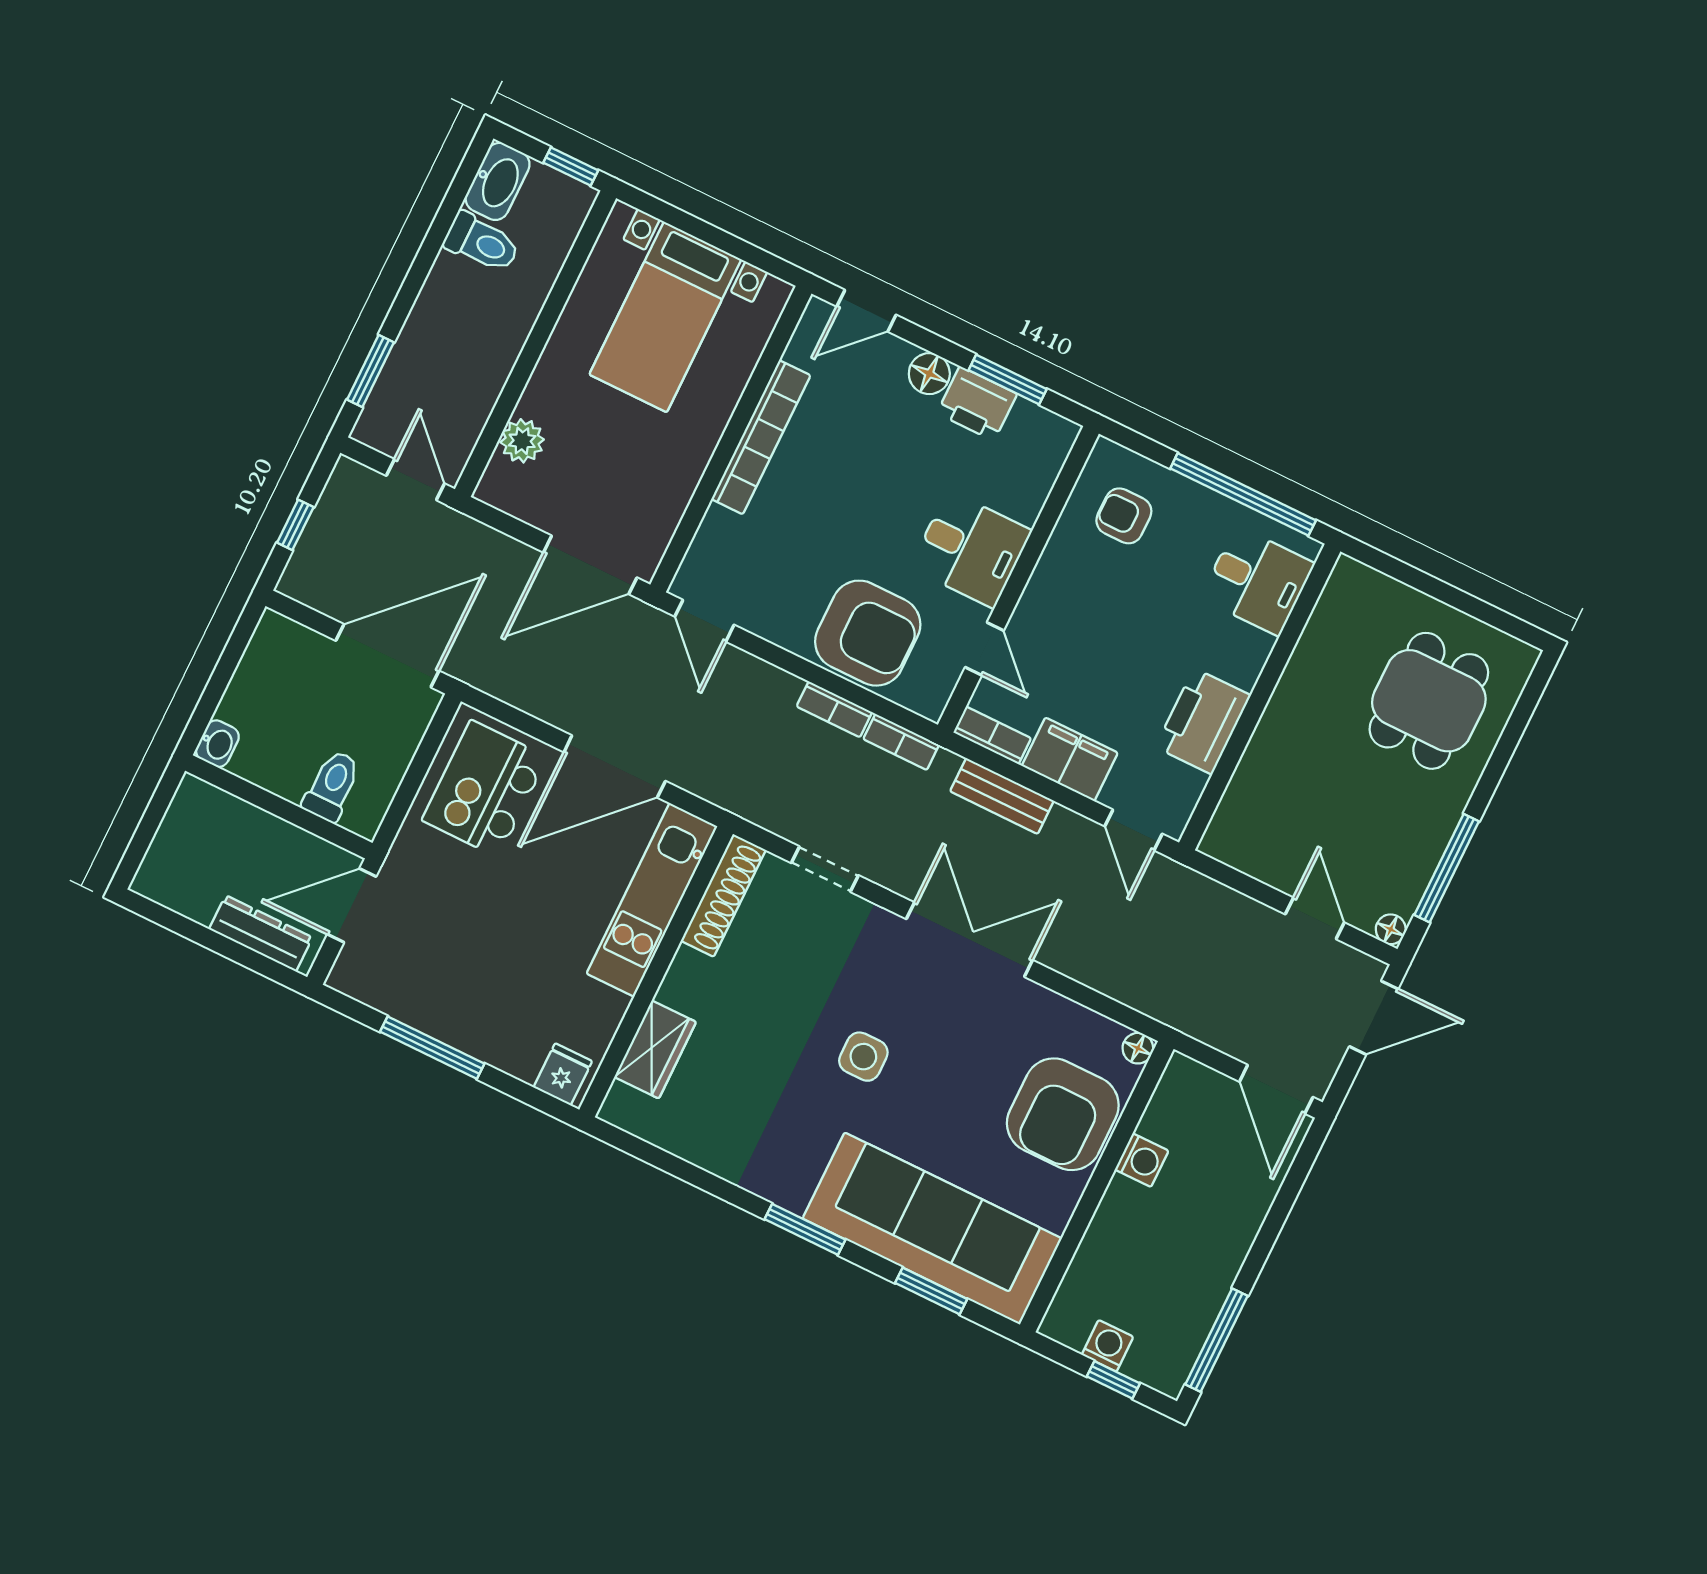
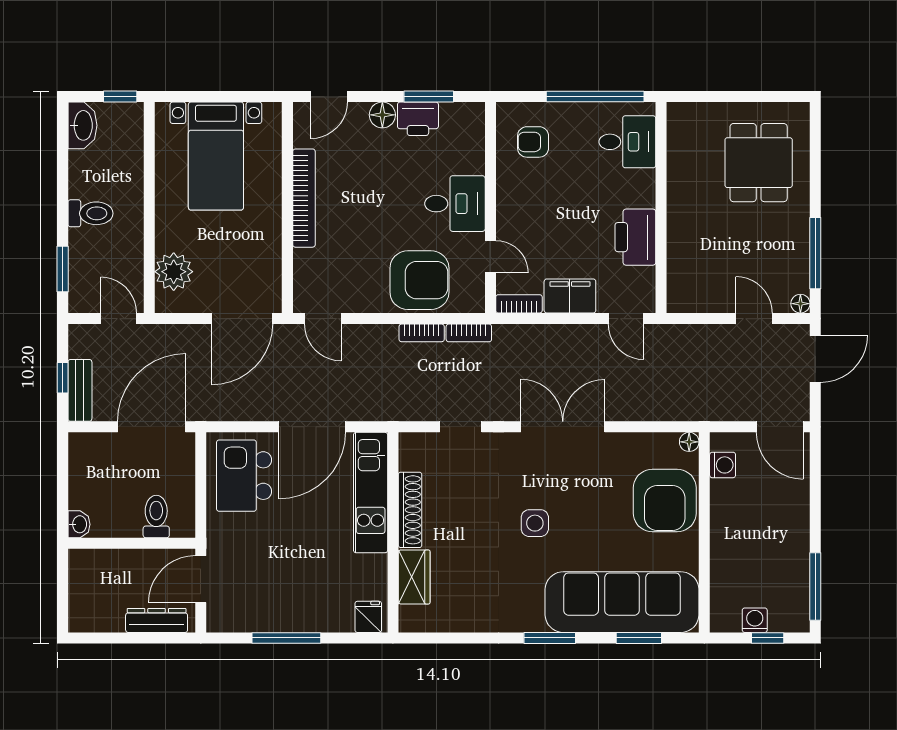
toilet: (482, 243) -> (91, 213), moved
plant: (522, 441) -> (174, 272), width x1.36, depth x1.36
bench: (1002, 796) -> (80, 390), moved, turned 90
shoe rack: (723, 895) -> (410, 510), moved
washing machine: (1142, 1160) -> (723, 465), moved

